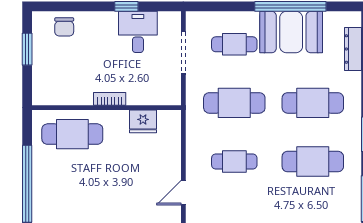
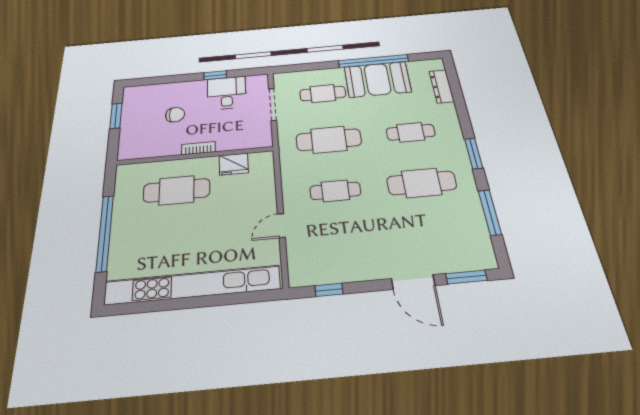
chair: (64, 27) -> (175, 115), moved, turned -90
cafe table: (313, 103) -> (411, 132), width x0.73, depth x0.74
cafe table: (72, 134) -> (177, 190), moved

